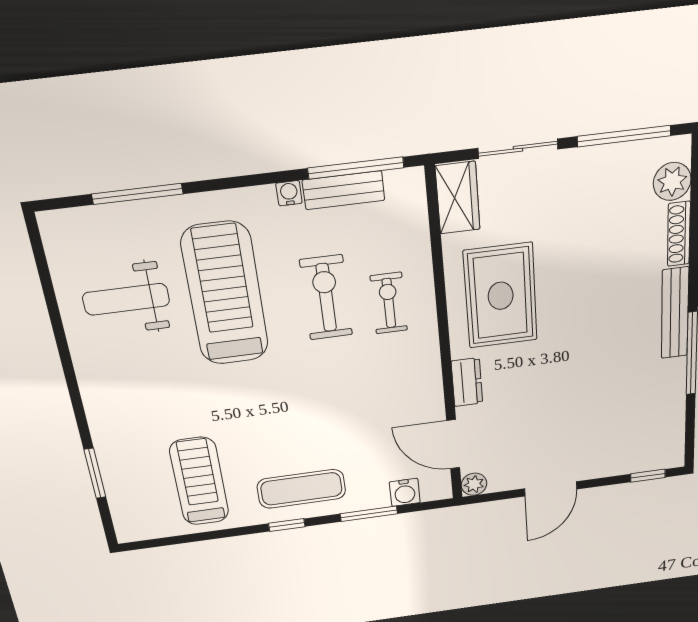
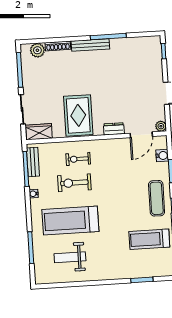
bench: (344, 190) -> (33, 162), moved
rug: (501, 296) -> (78, 115), turned 90
weight bench: (126, 299) -> (70, 257), turned 90

